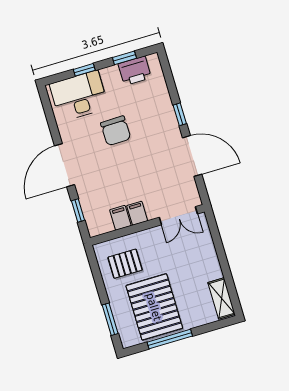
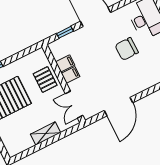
window: (180, 114) -> (147, 93), removed
pallet: (125, 264) -> (45, 79), moved
shelving: (221, 298) -> (46, 133), moved

